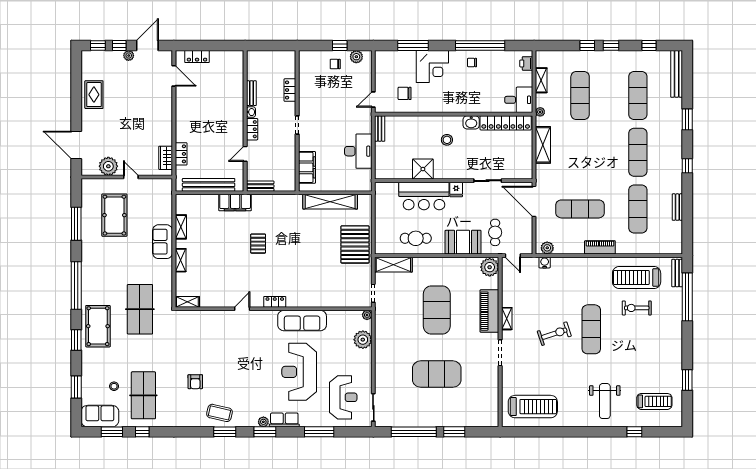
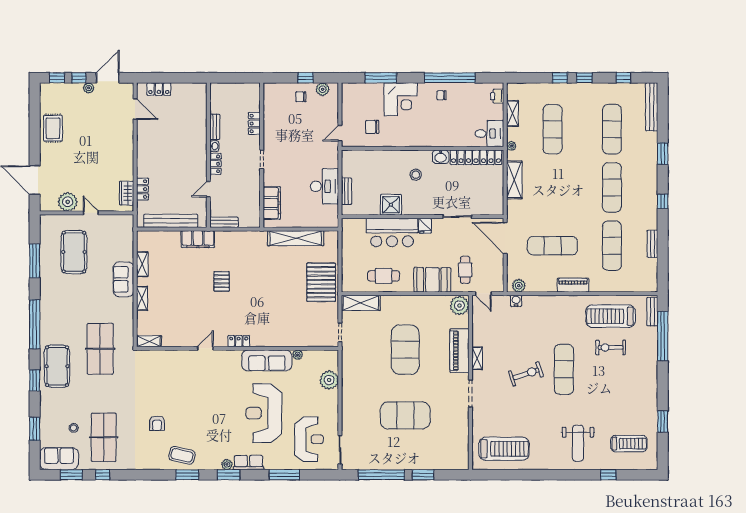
bench: (380, 129) -> (347, 191), moved
plant: (367, 315) -> (298, 355), moved

